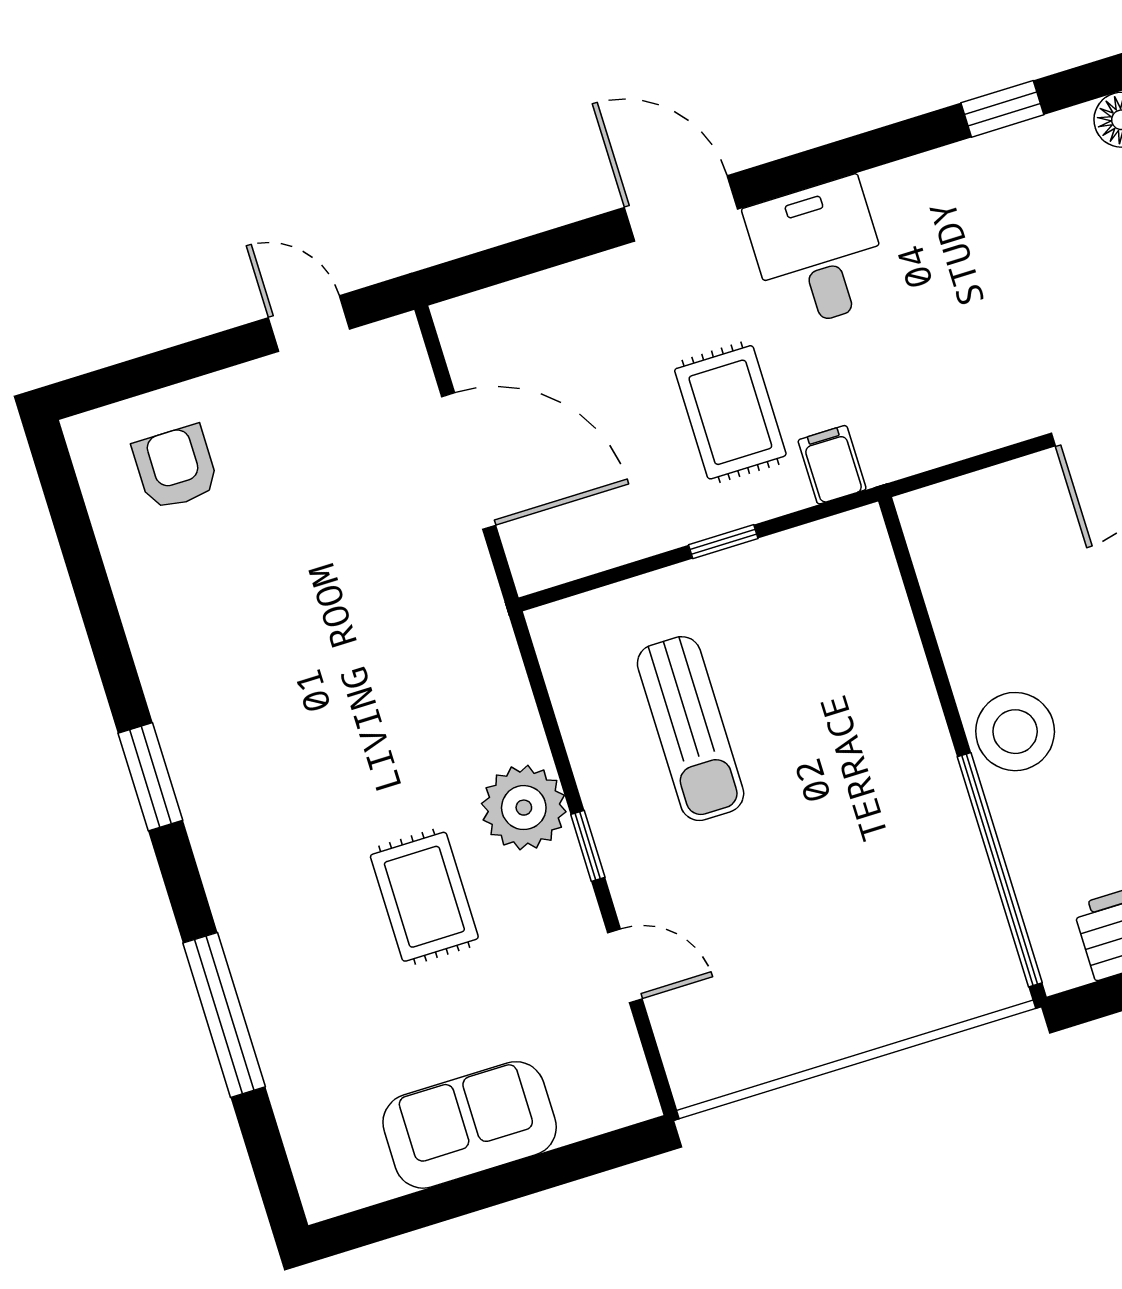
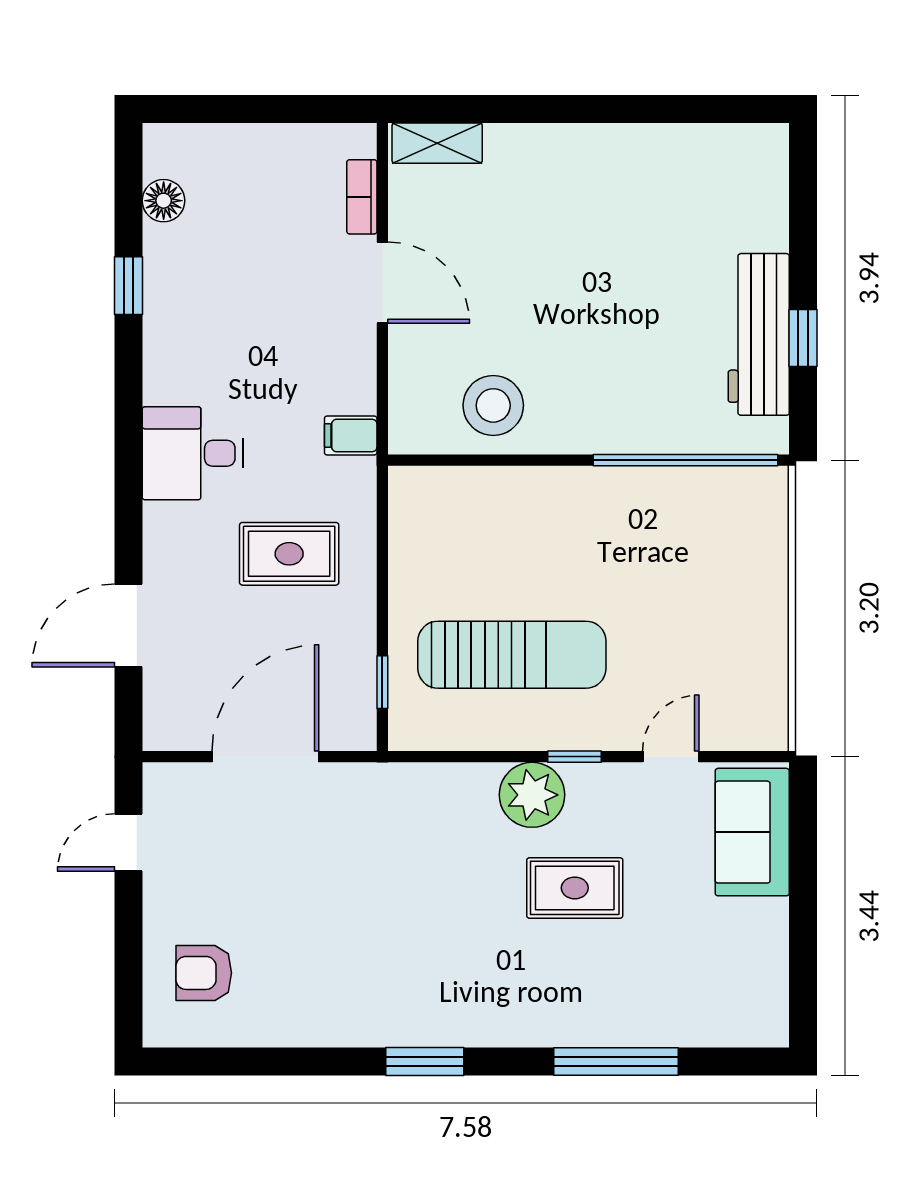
door: (681, 208) -> (128, 625), moved
filing cabinet: (832, 465) -> (351, 436), moved
window: (723, 542) -> (382, 682), moved
sun lounger: (691, 729) -> (512, 655), width x1.36, depth x1.34
stool: (1015, 732) -> (493, 405), moved
sofa: (470, 1125) -> (752, 832), moved

